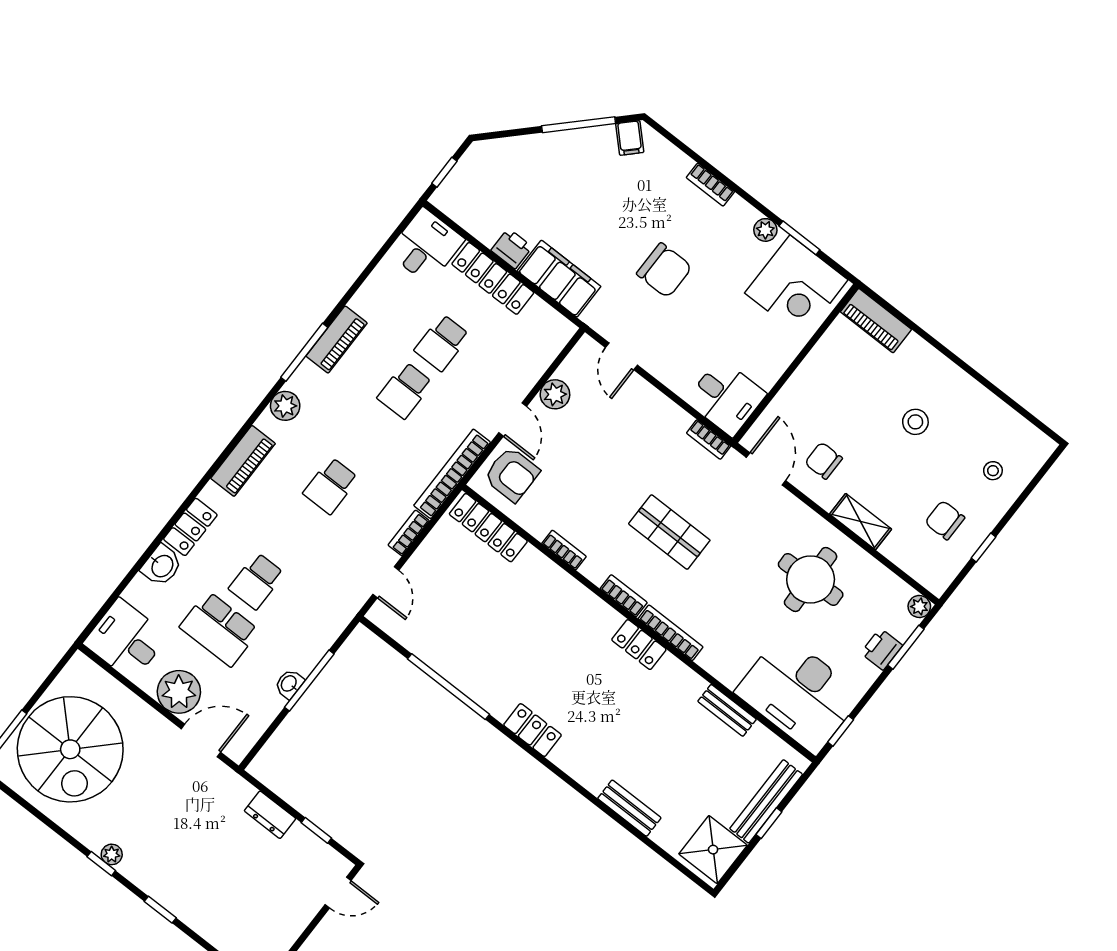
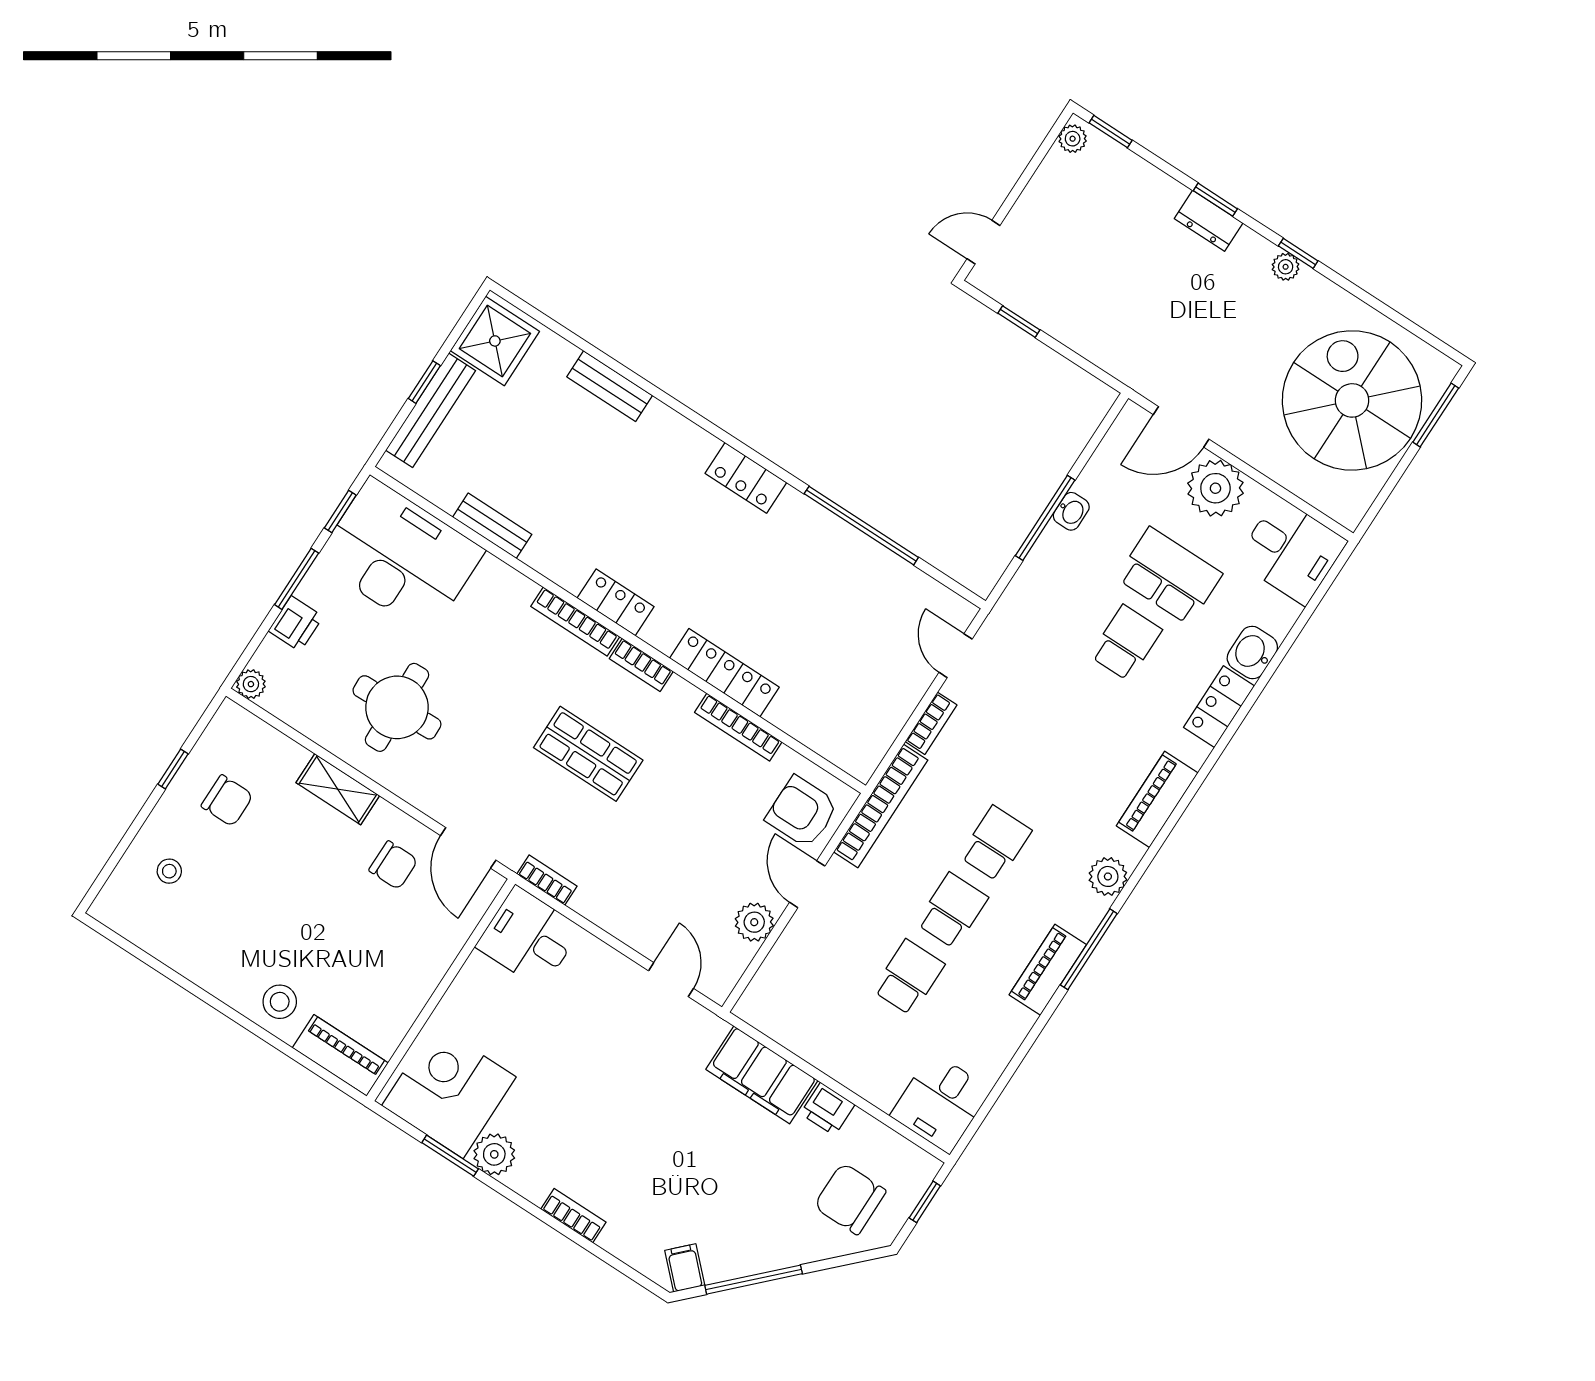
plant: (765, 230) -> (494, 1154), width x1.38, depth x1.38
chair: (664, 270) -> (850, 1199), moved
locker: (493, 278) -> (849, 1068), removed
stool: (915, 422) -> (280, 1002), moved
school desk: (331, 486) -> (996, 844), moved
locker: (488, 528) -> (724, 673), moved
bookcase: (564, 550) -> (738, 727), width x1.56
window: (906, 647) -> (297, 579), moved
dresser: (270, 815) -> (1209, 221), moved, turned 180

